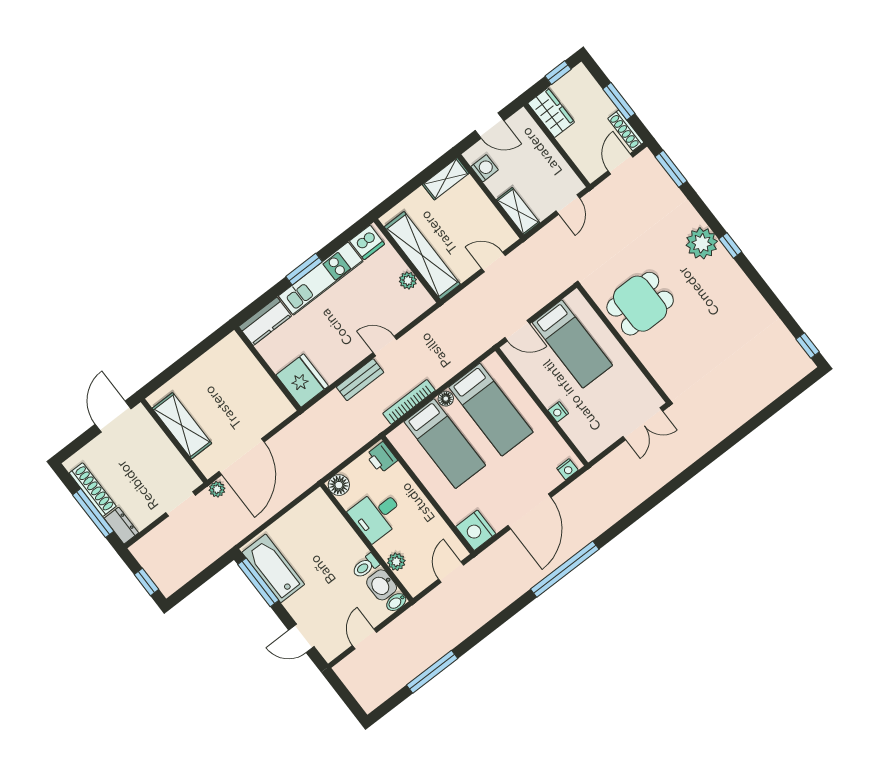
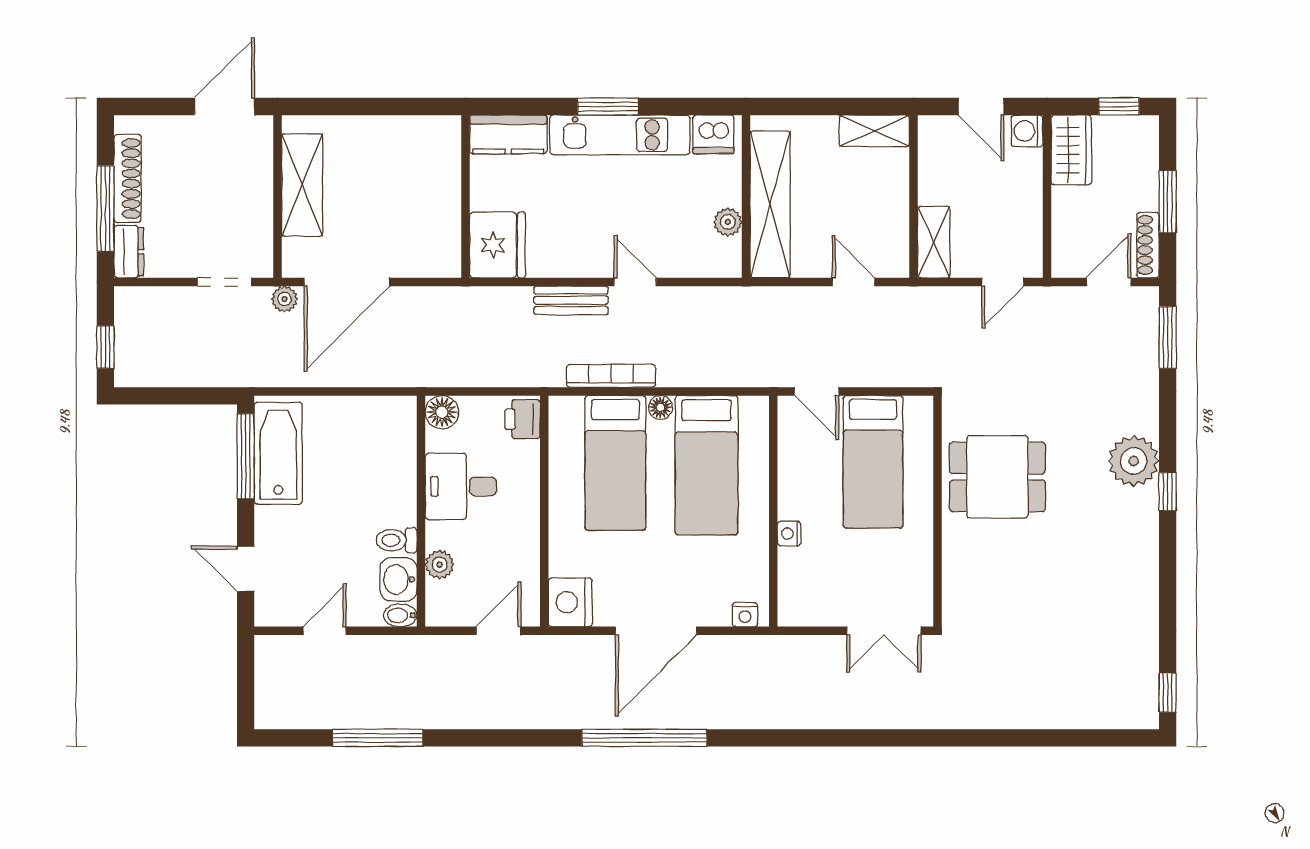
washing machine: (485, 168) -> (1027, 131), moved, turned 180

